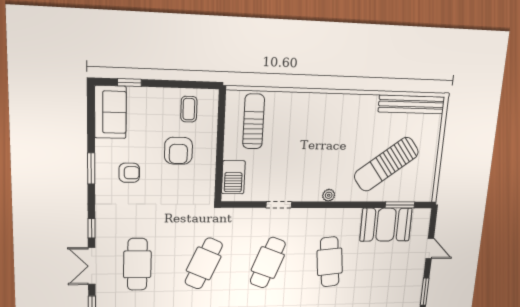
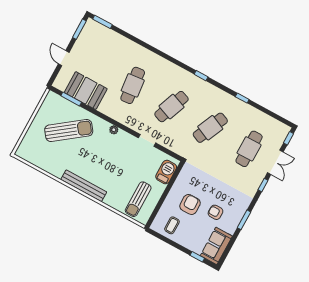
bench: (412, 104) -> (84, 186), moved
armchair: (129, 173) -> (215, 212), moved

